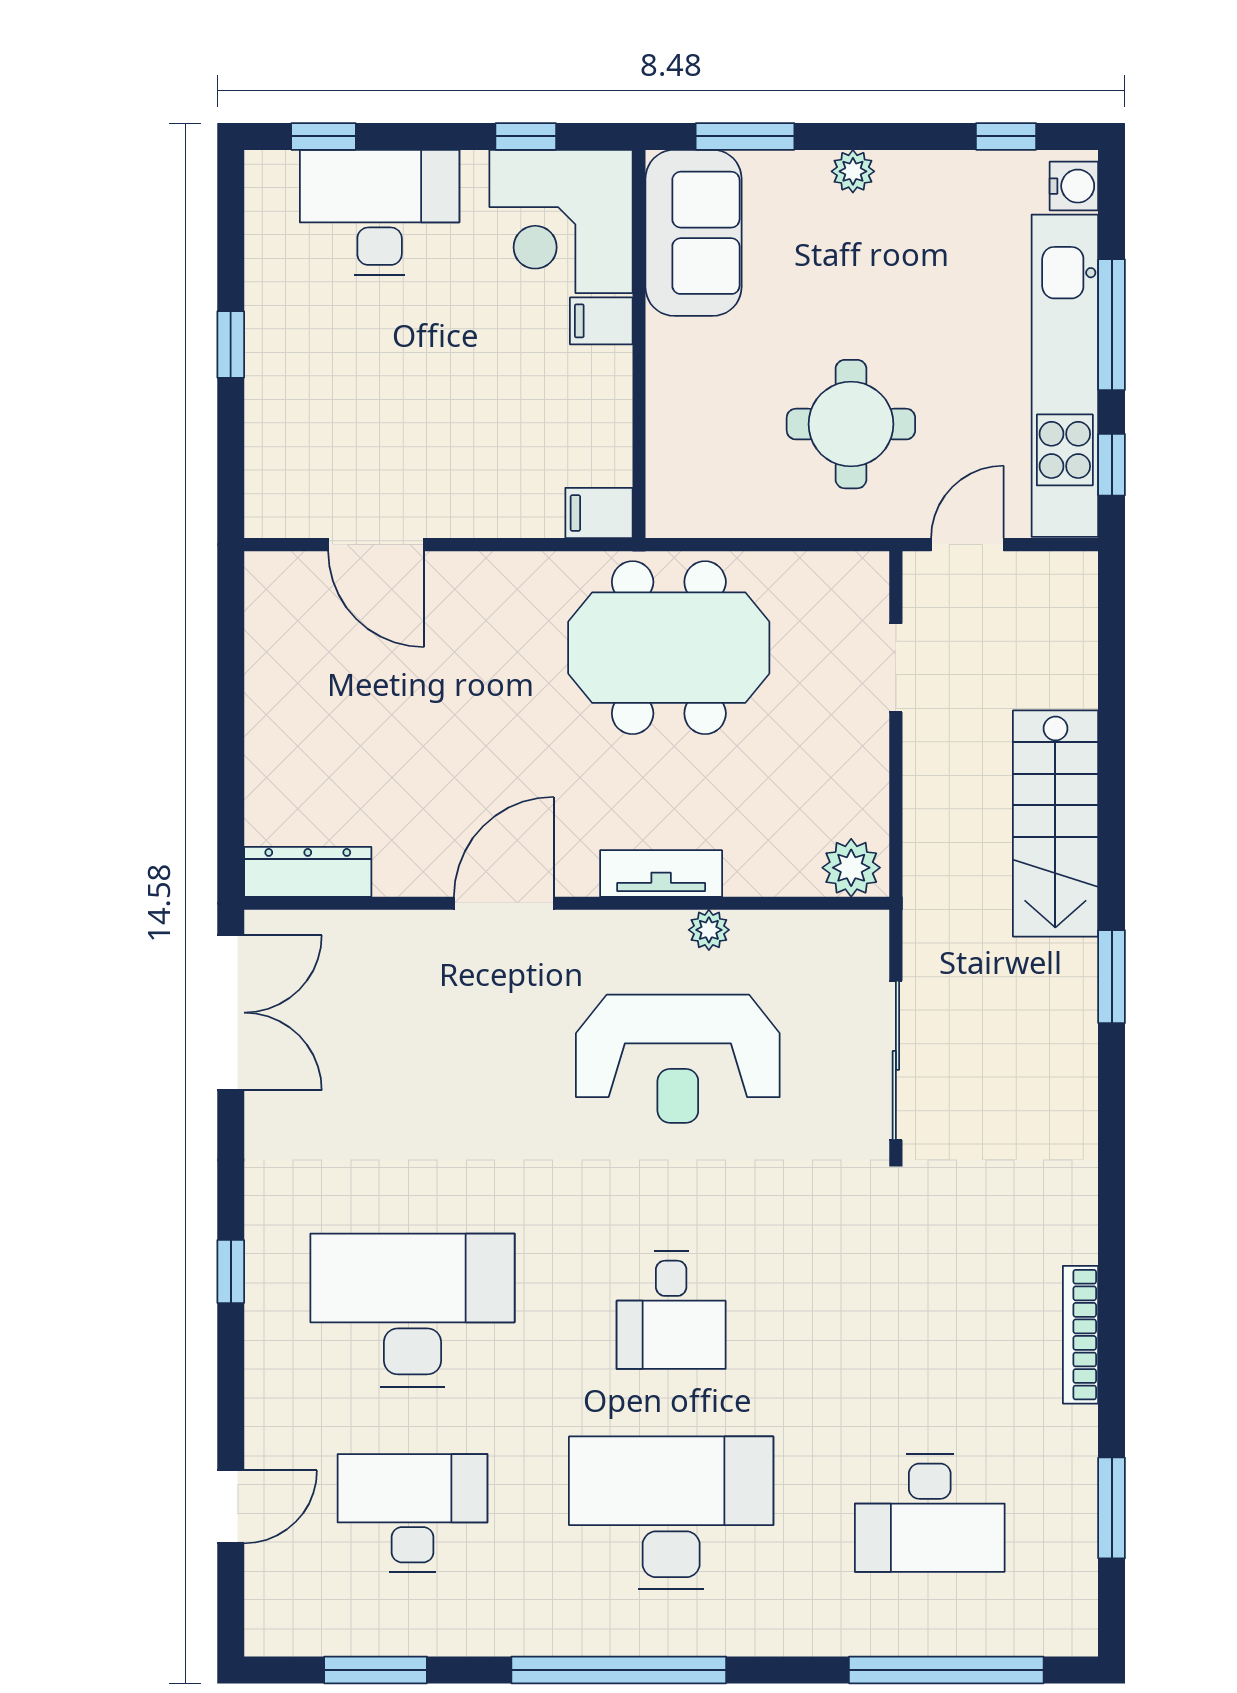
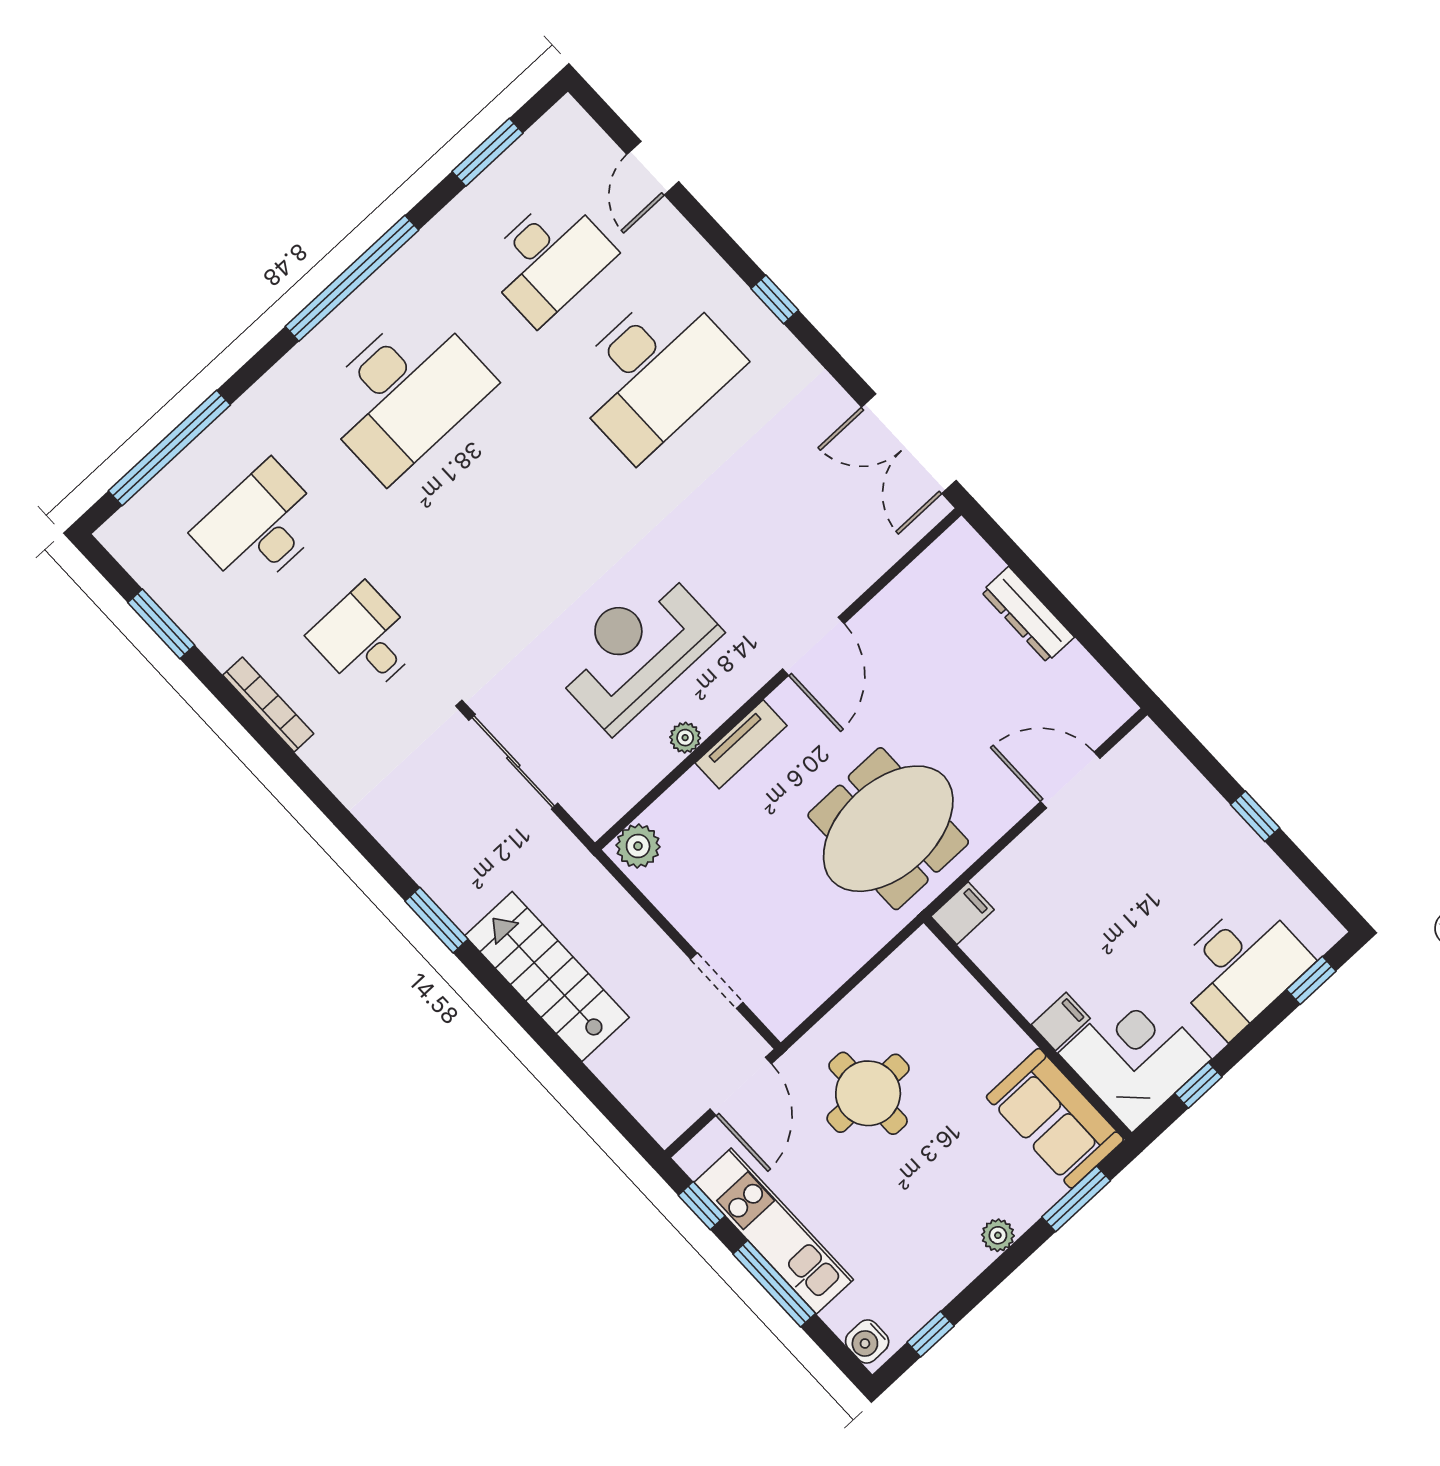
kitchen unit: (1065, 376) -> (774, 1231), width x0.73
door: (967, 545) -> (741, 1086), width x1.38
meeting table: (669, 648) -> (888, 829), moved
dresser: (308, 872) -> (1028, 614), moved, turned 90
desk: (671, 1310) -> (365, 640), moved

